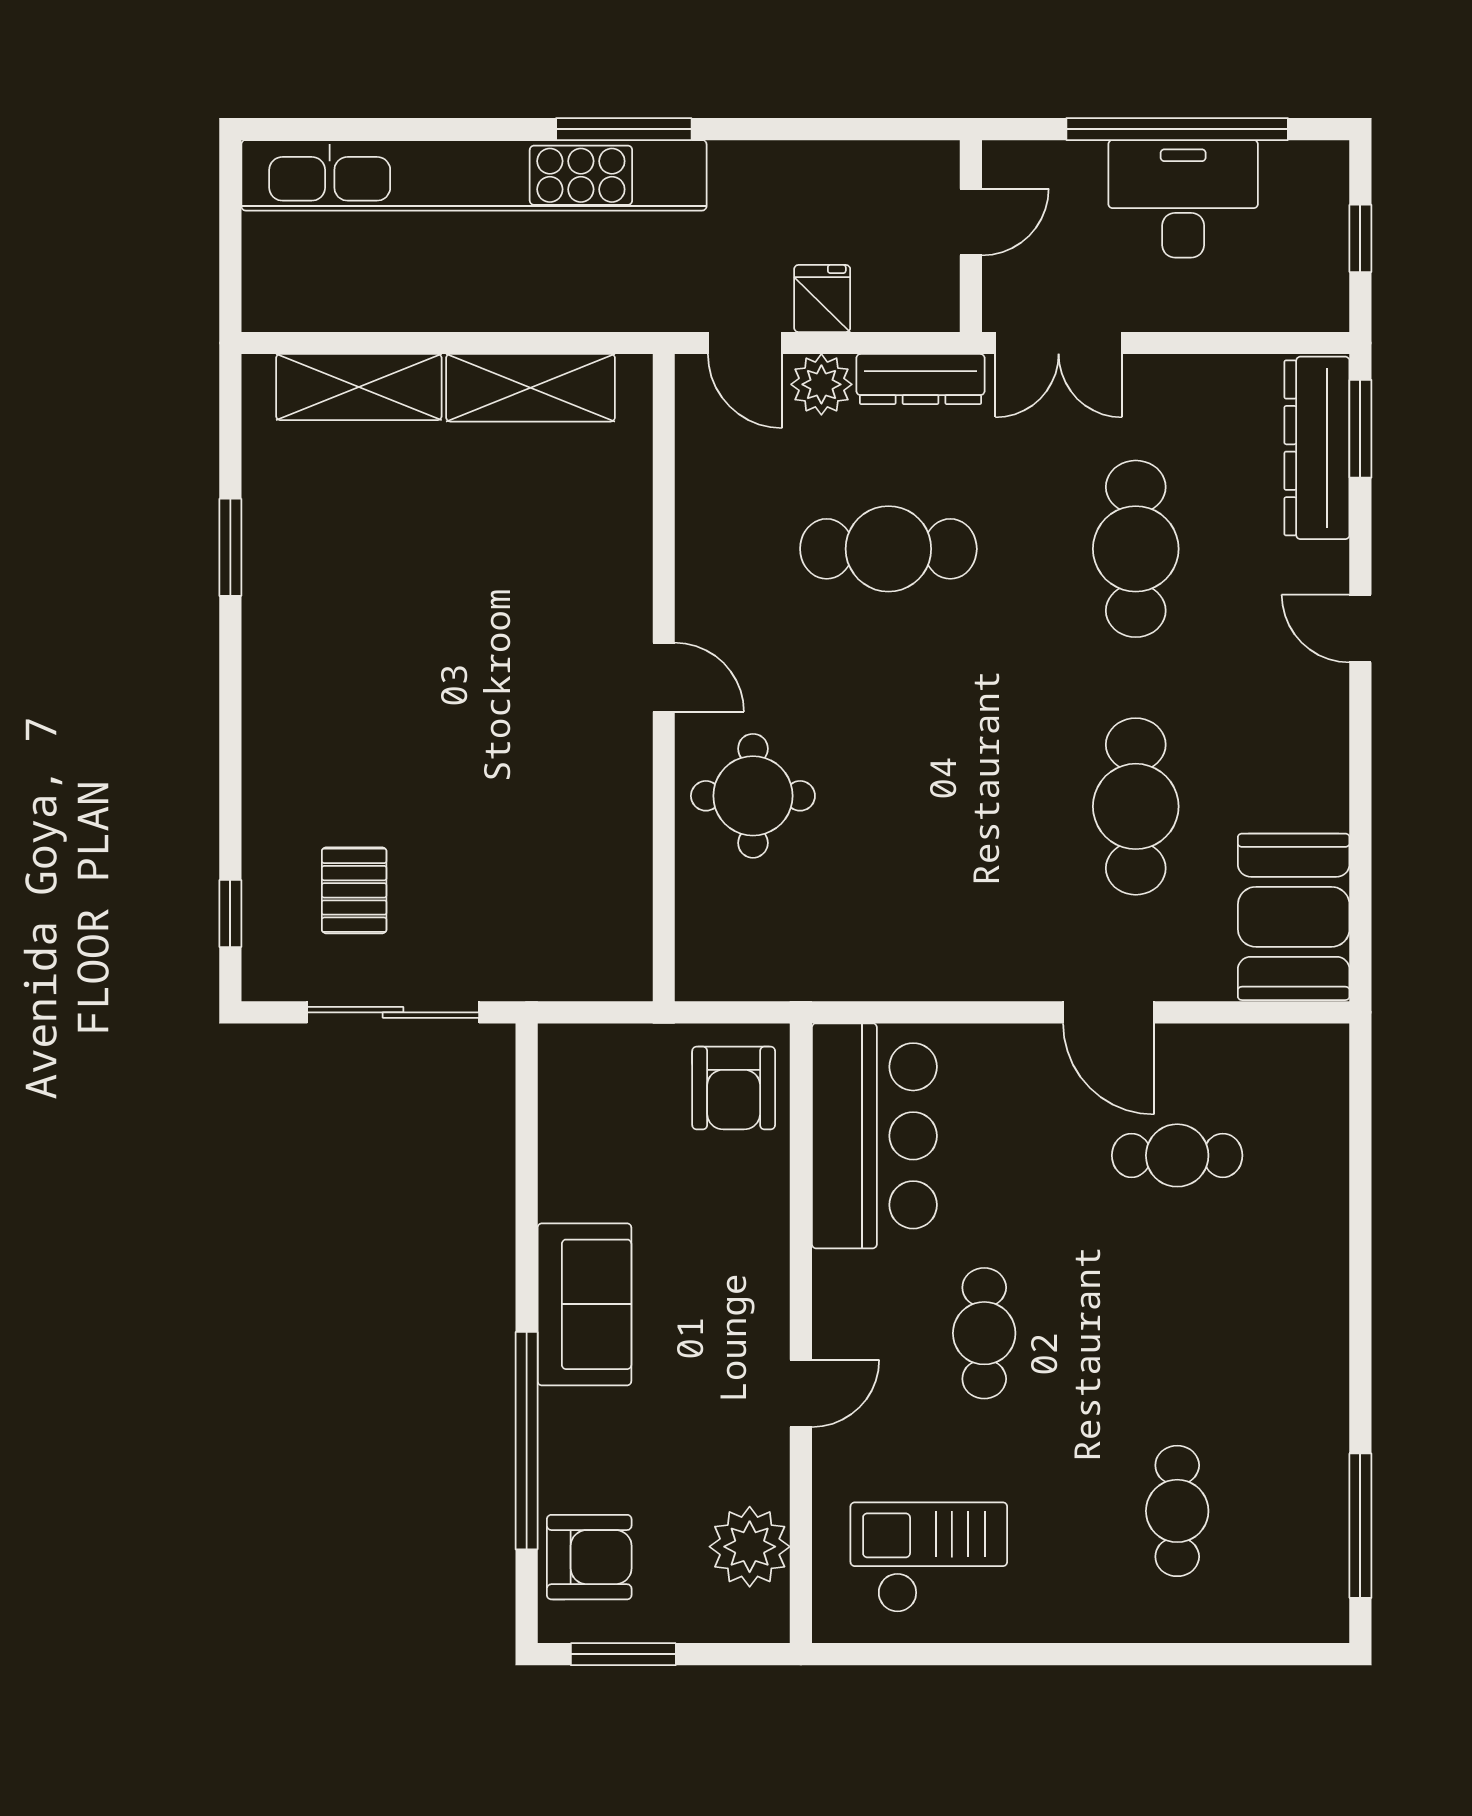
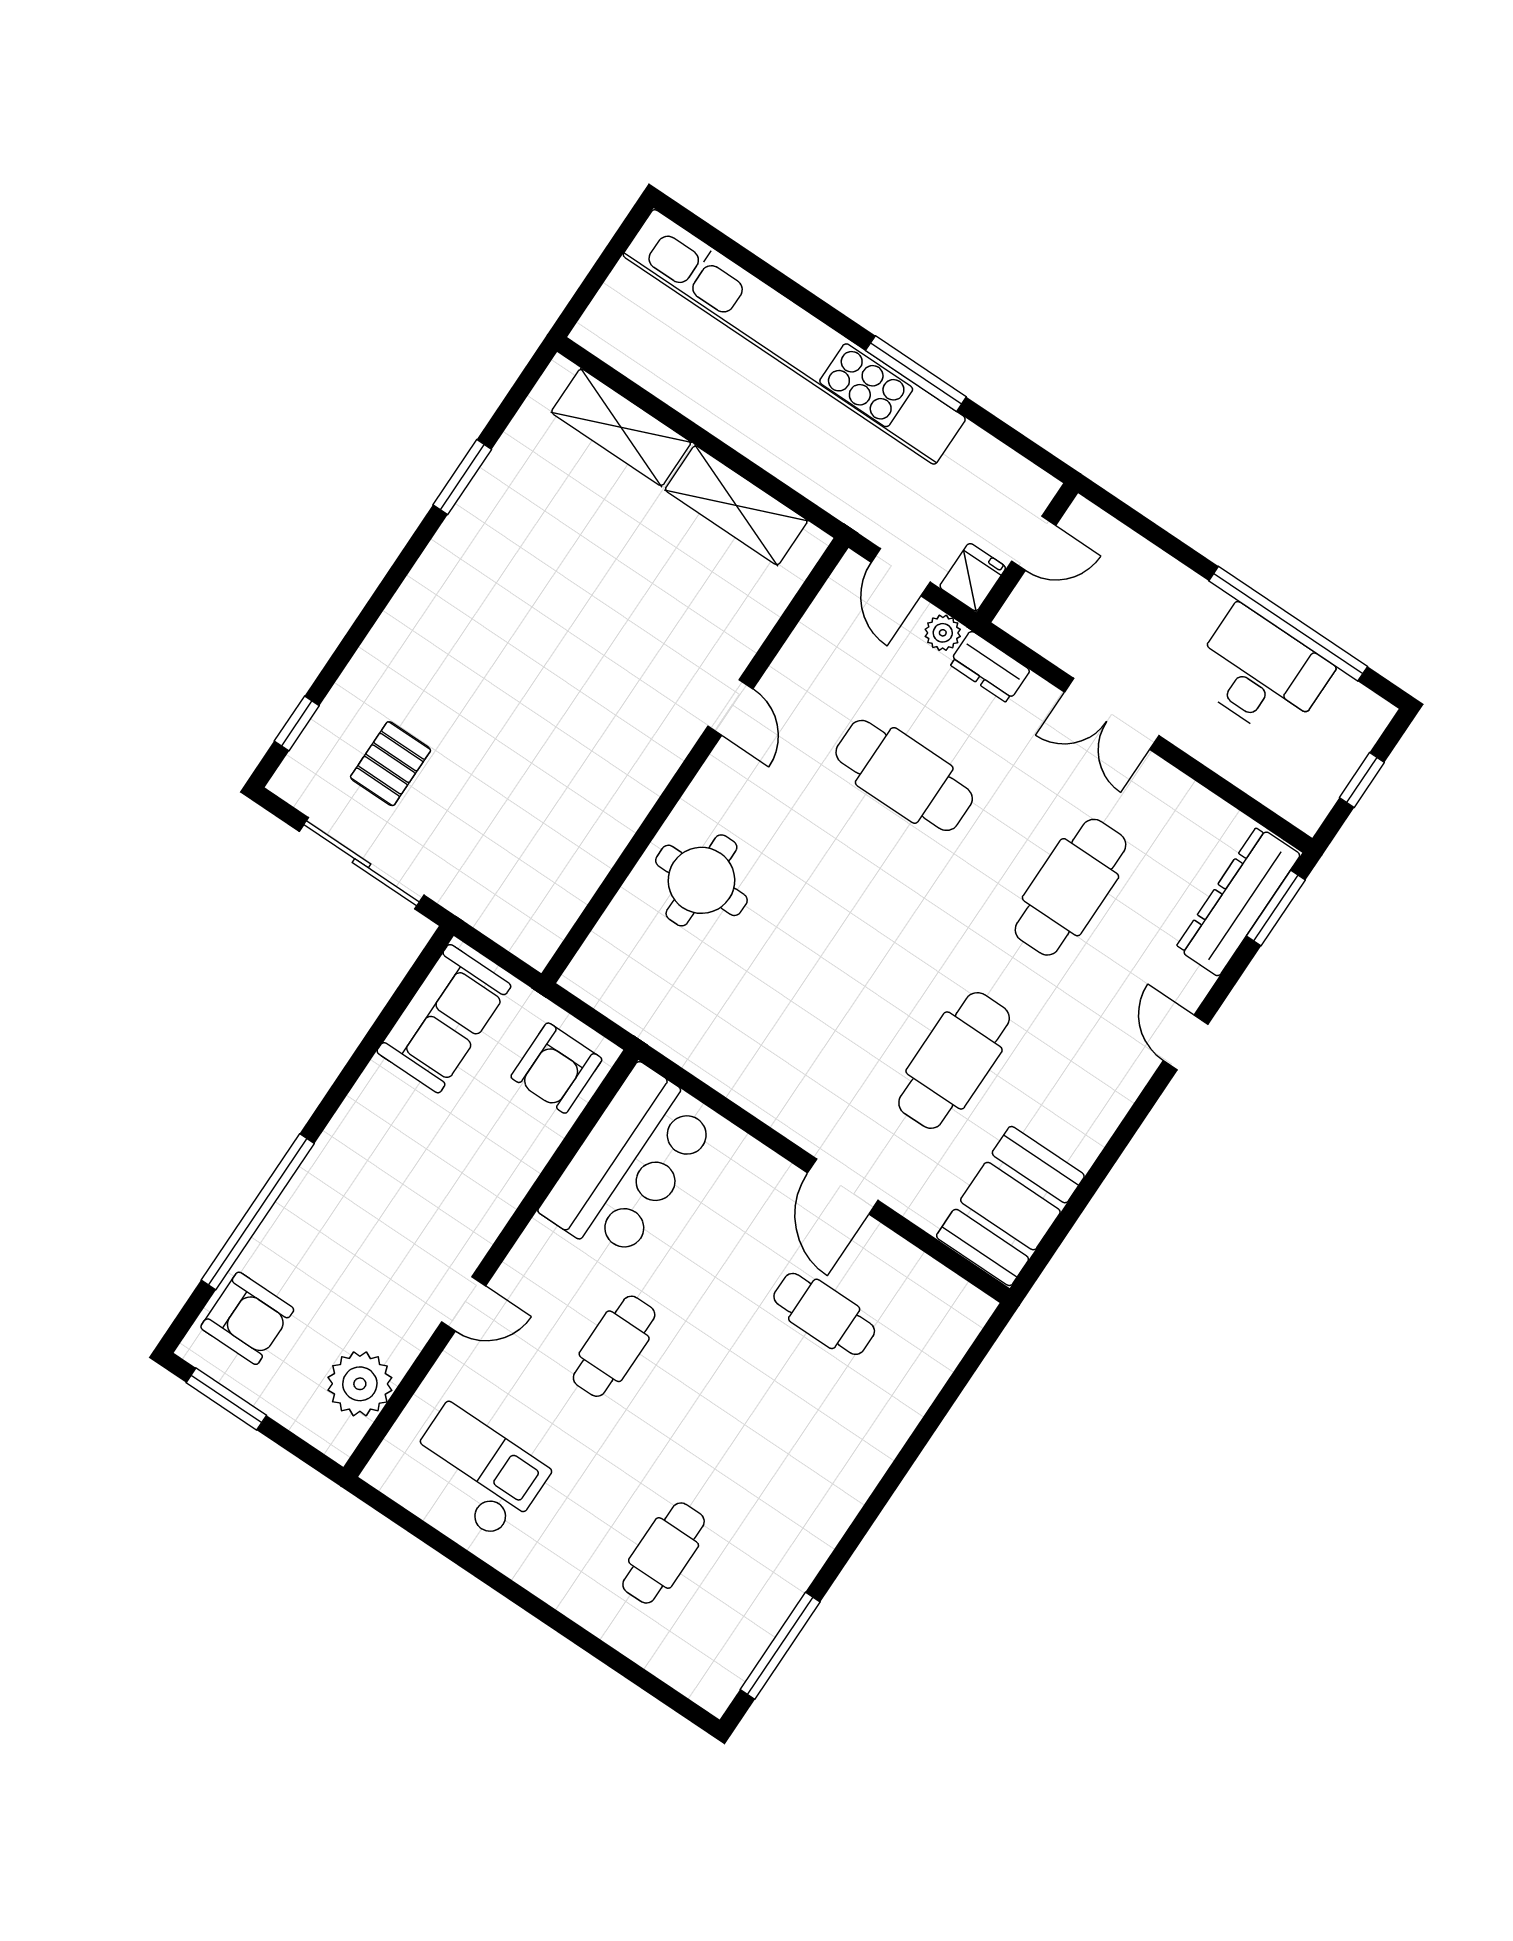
door: (971, 222) -> (1034, 543), moved
wall: (971, 236) -> (1027, 553), moved
dresser: (920, 379) -> (989, 667), width x0.70
plant: (821, 384) -> (943, 633), width x0.73, depth x0.73
door: (664, 677) -> (730, 708), moved
sofa: (584, 1304) -> (444, 1019), moved

